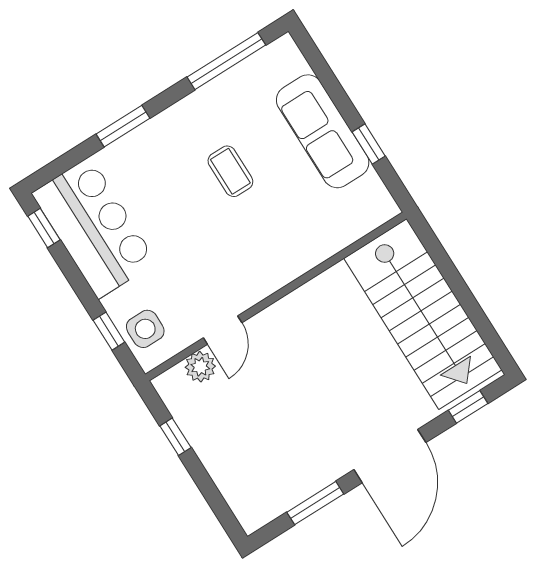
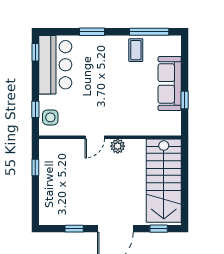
coffee table: (230, 171) -> (136, 50), moved
door: (223, 330) -> (95, 137), moved
plant: (200, 367) -> (118, 146), moved
window: (315, 503) -> (74, 229), width x0.67

